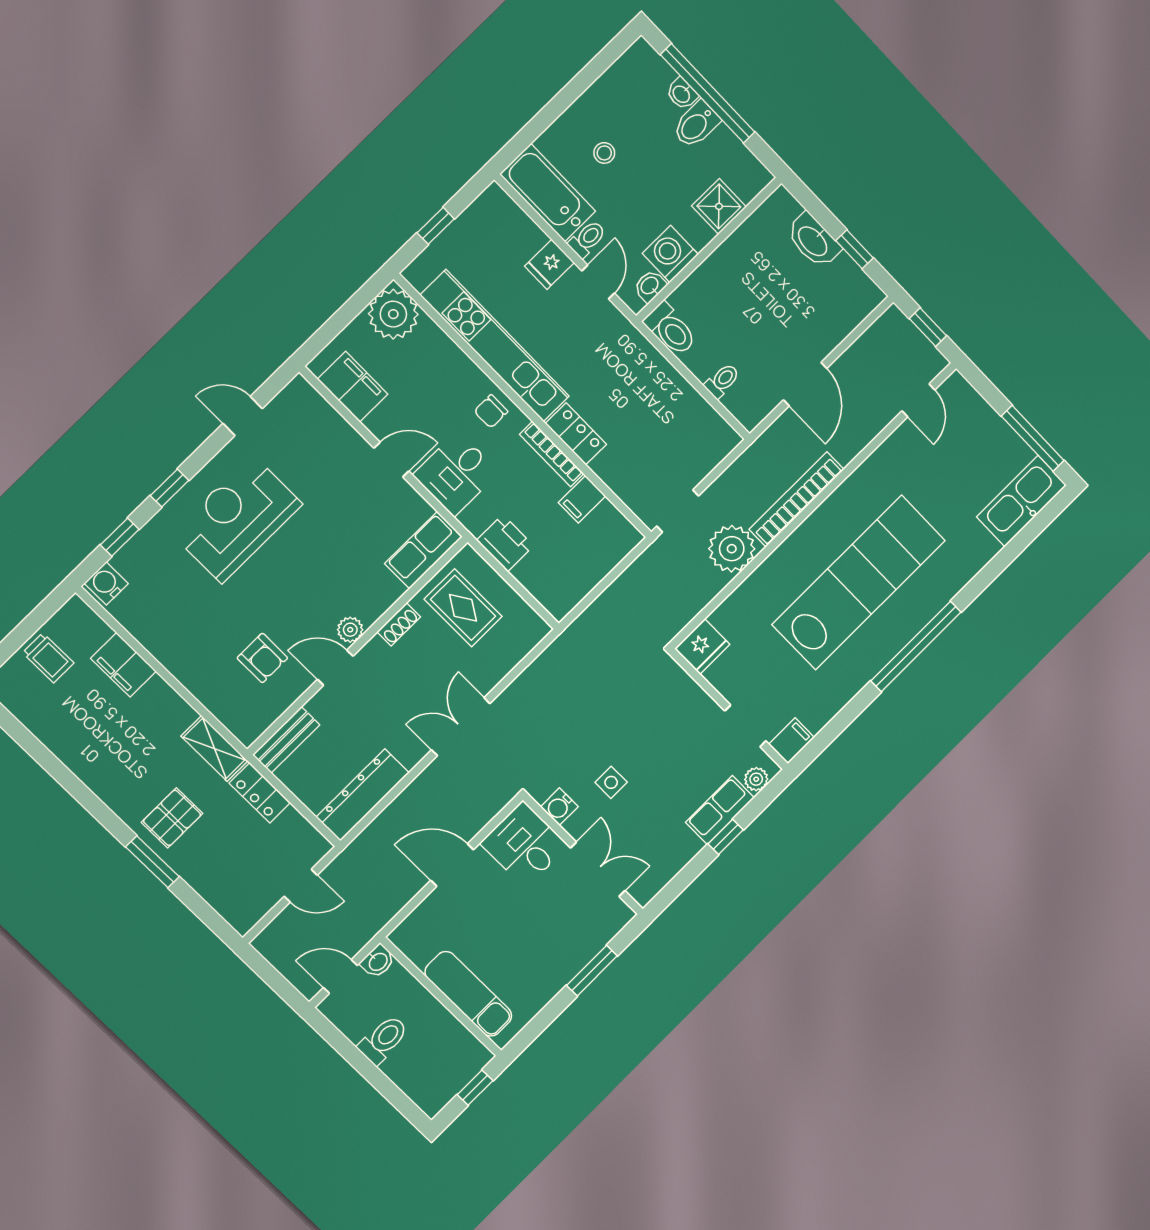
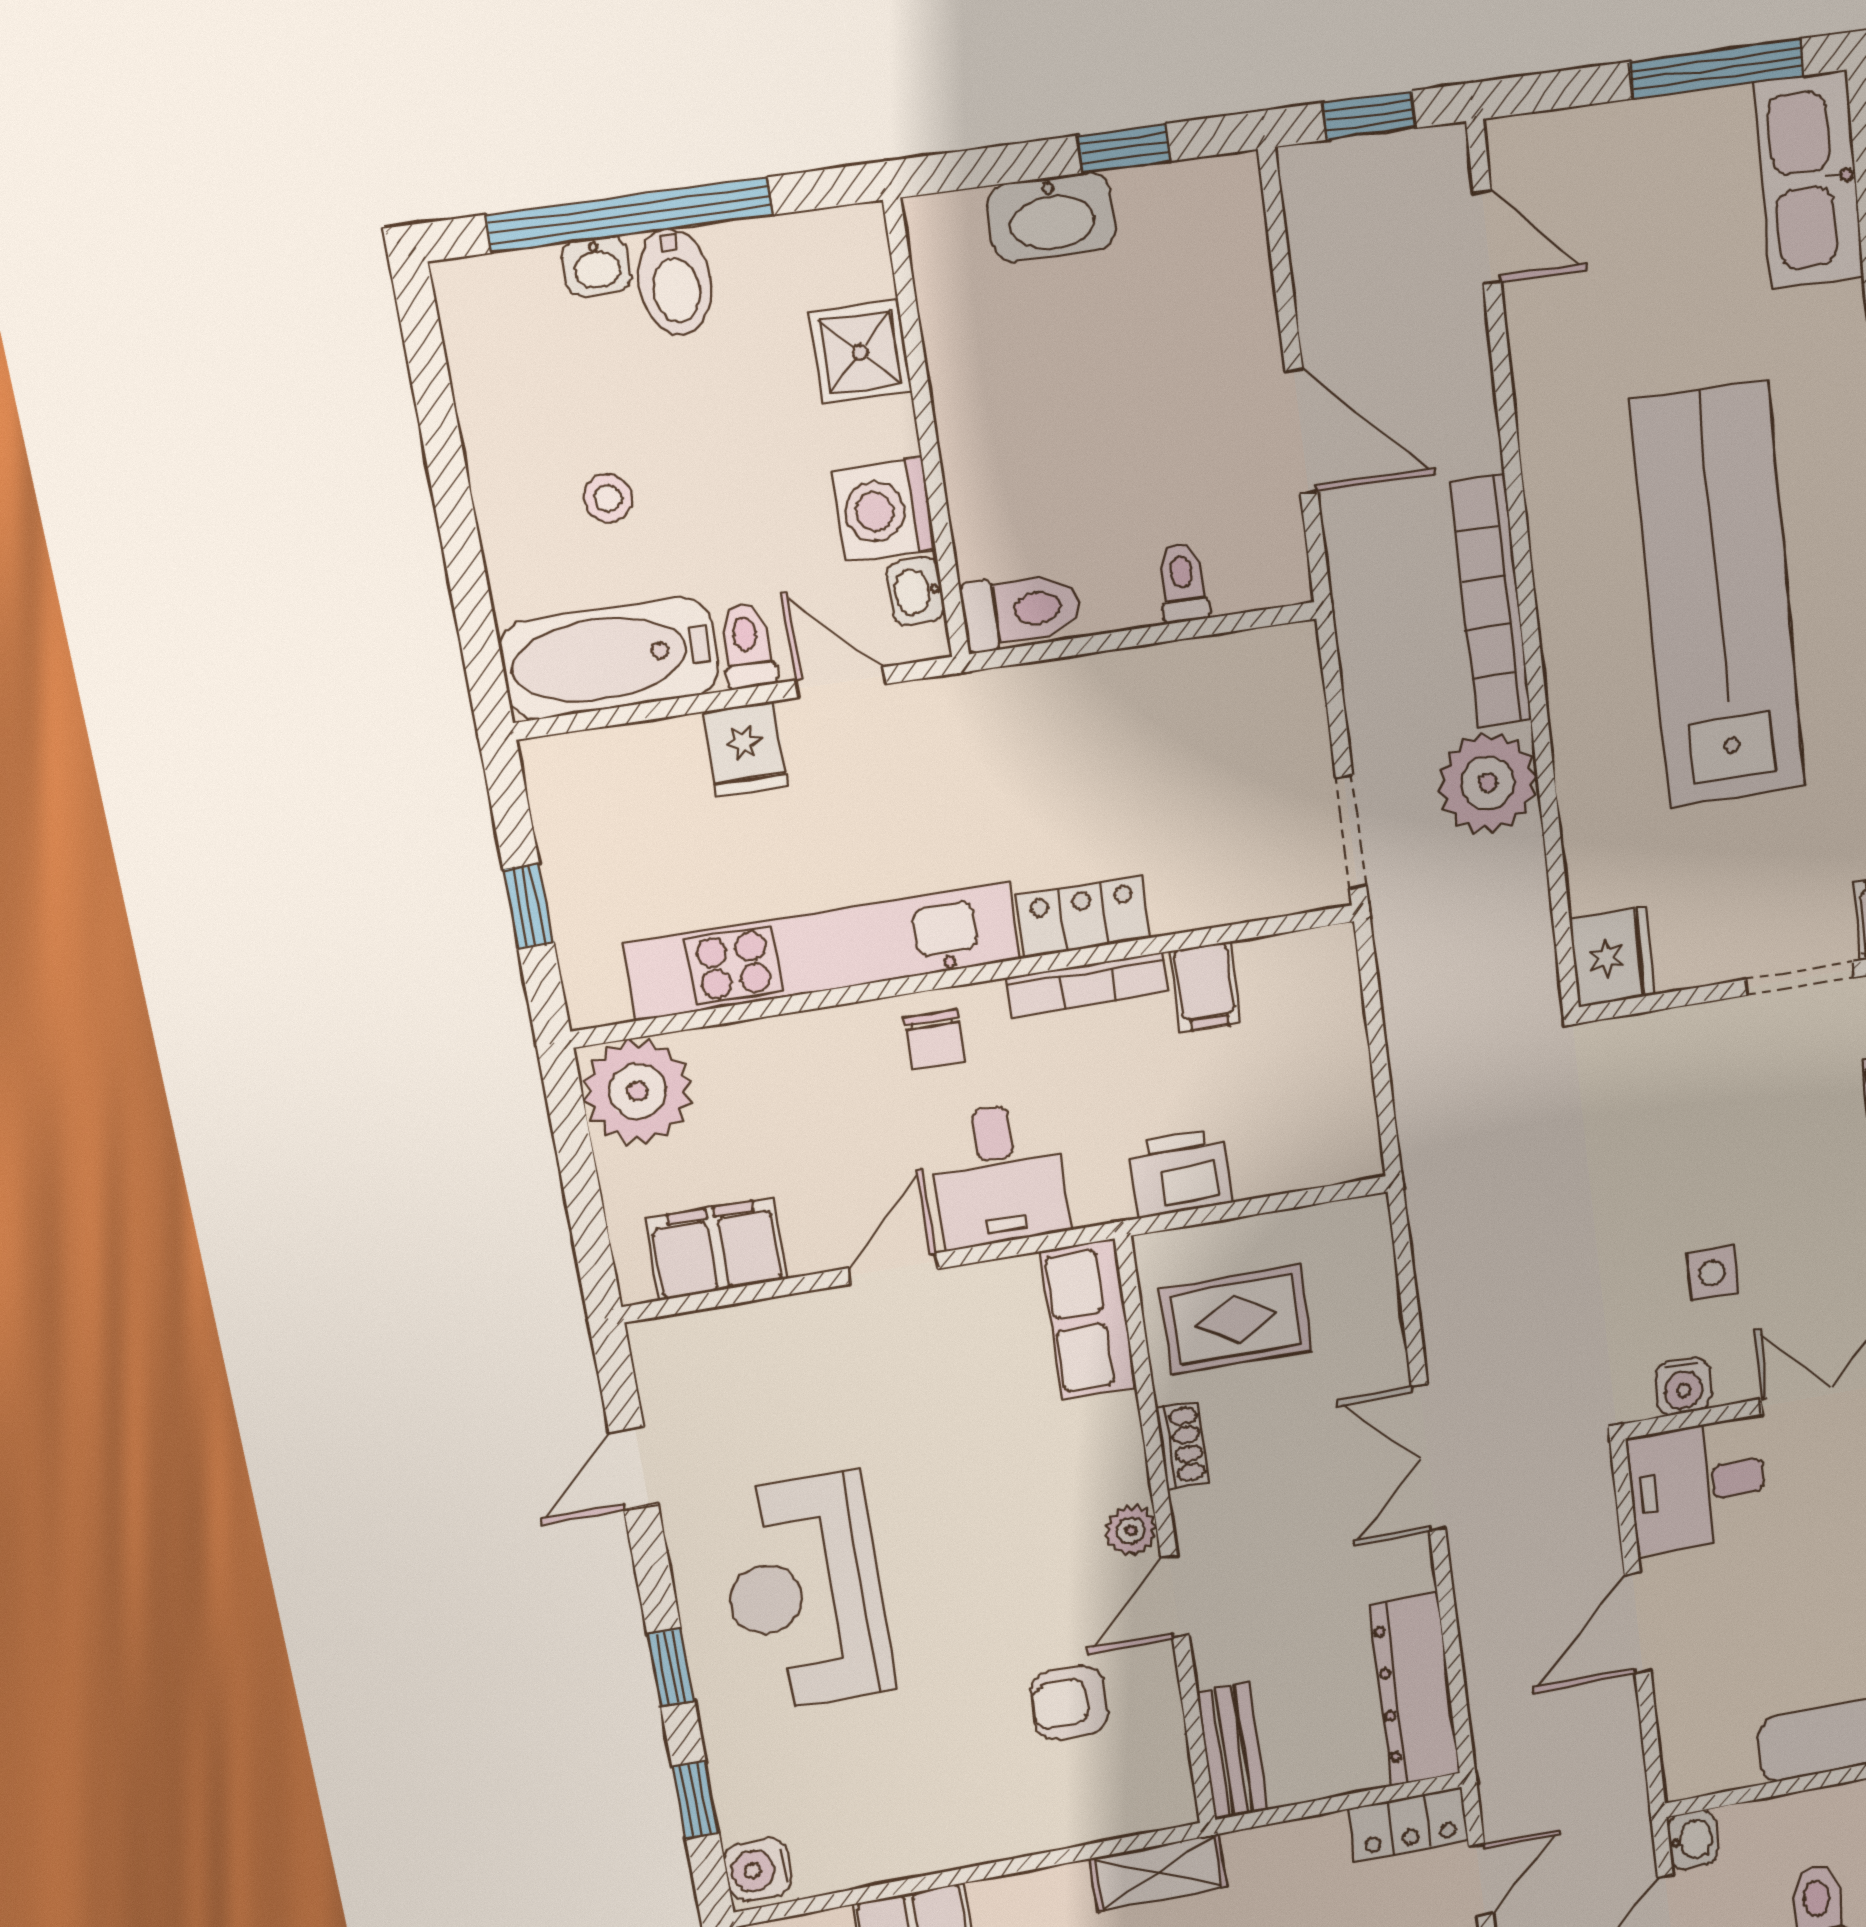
armchair: (262, 658) -> (1069, 1702), turned 180
locker: (260, 793) -> (1409, 1824), moved

